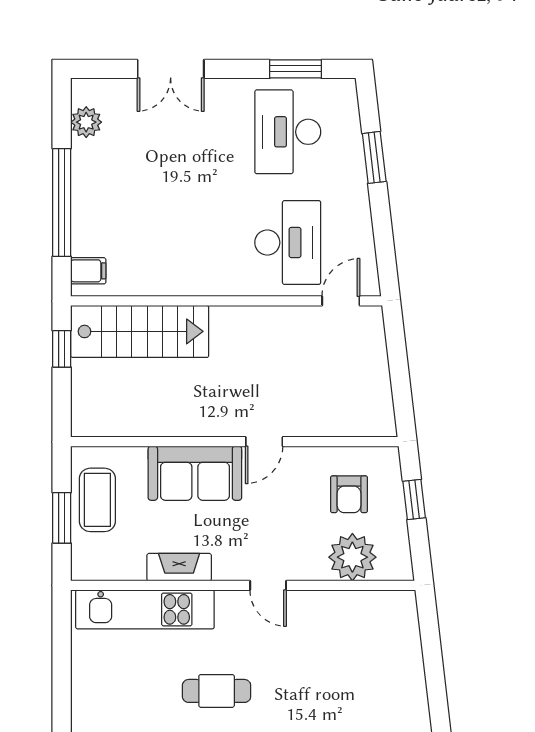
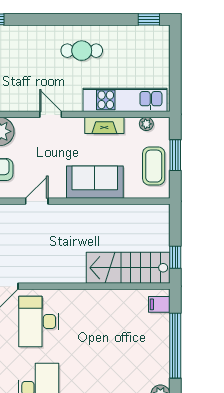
door: (264, 442) -> (37, 201), moved
plant: (110, 570) -> (146, 124), added

